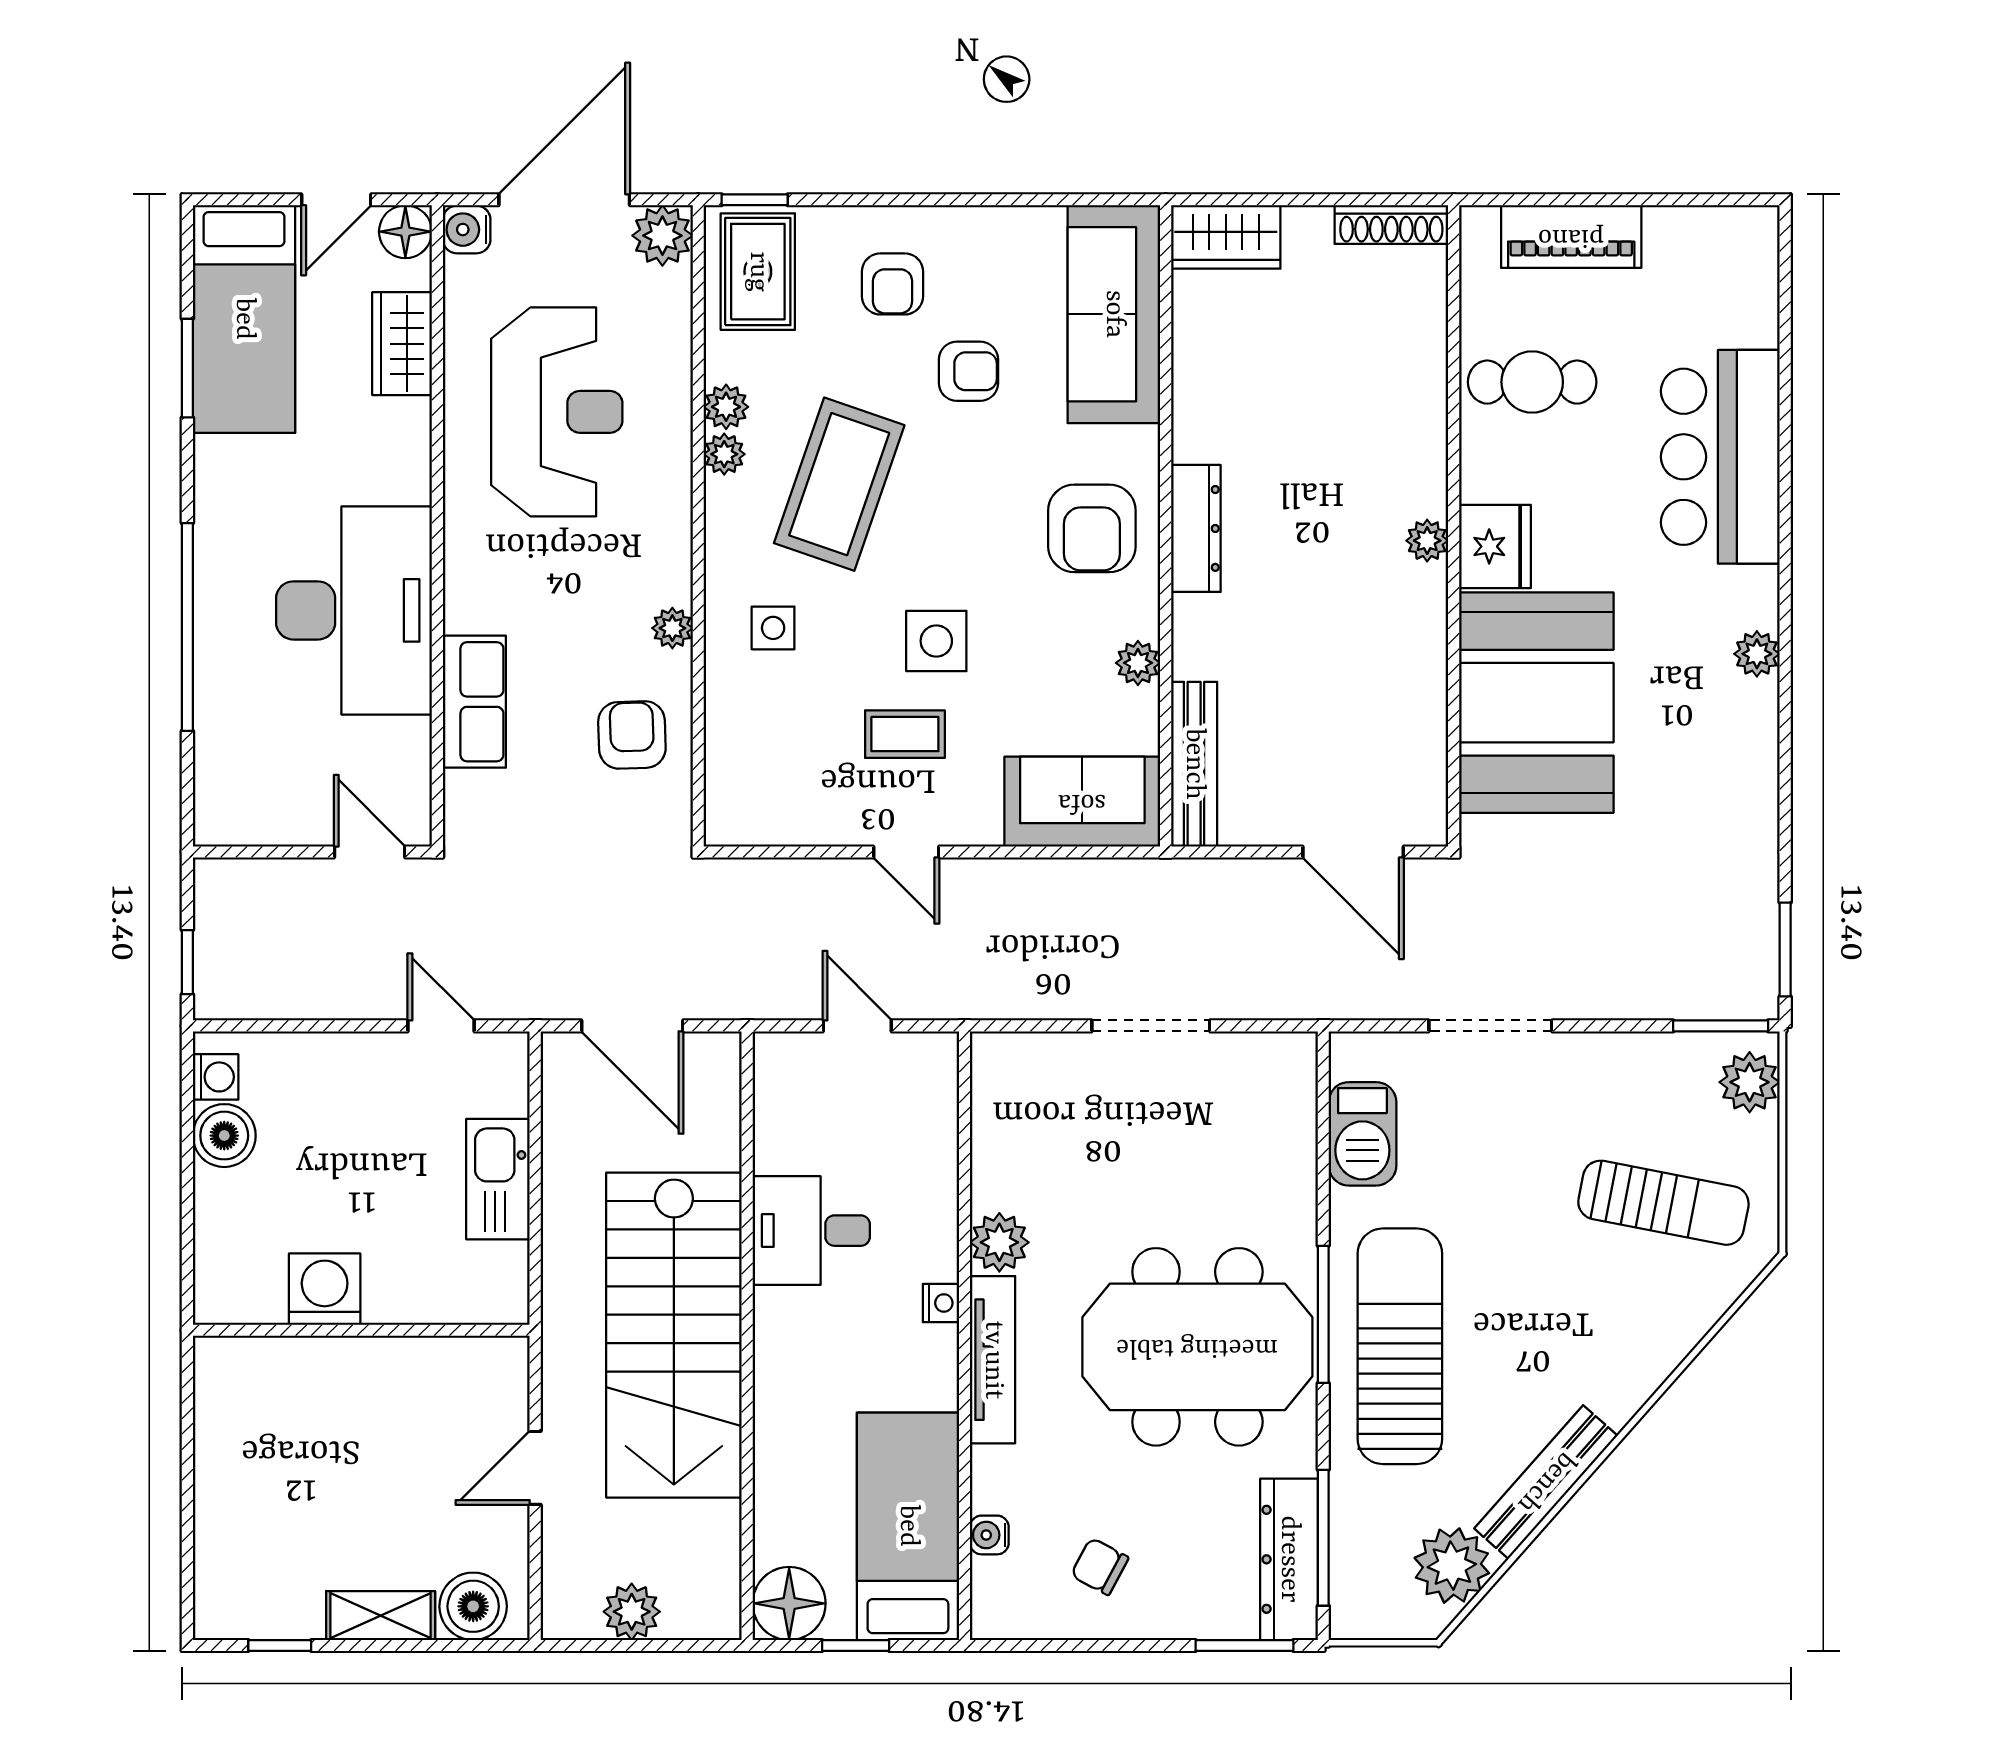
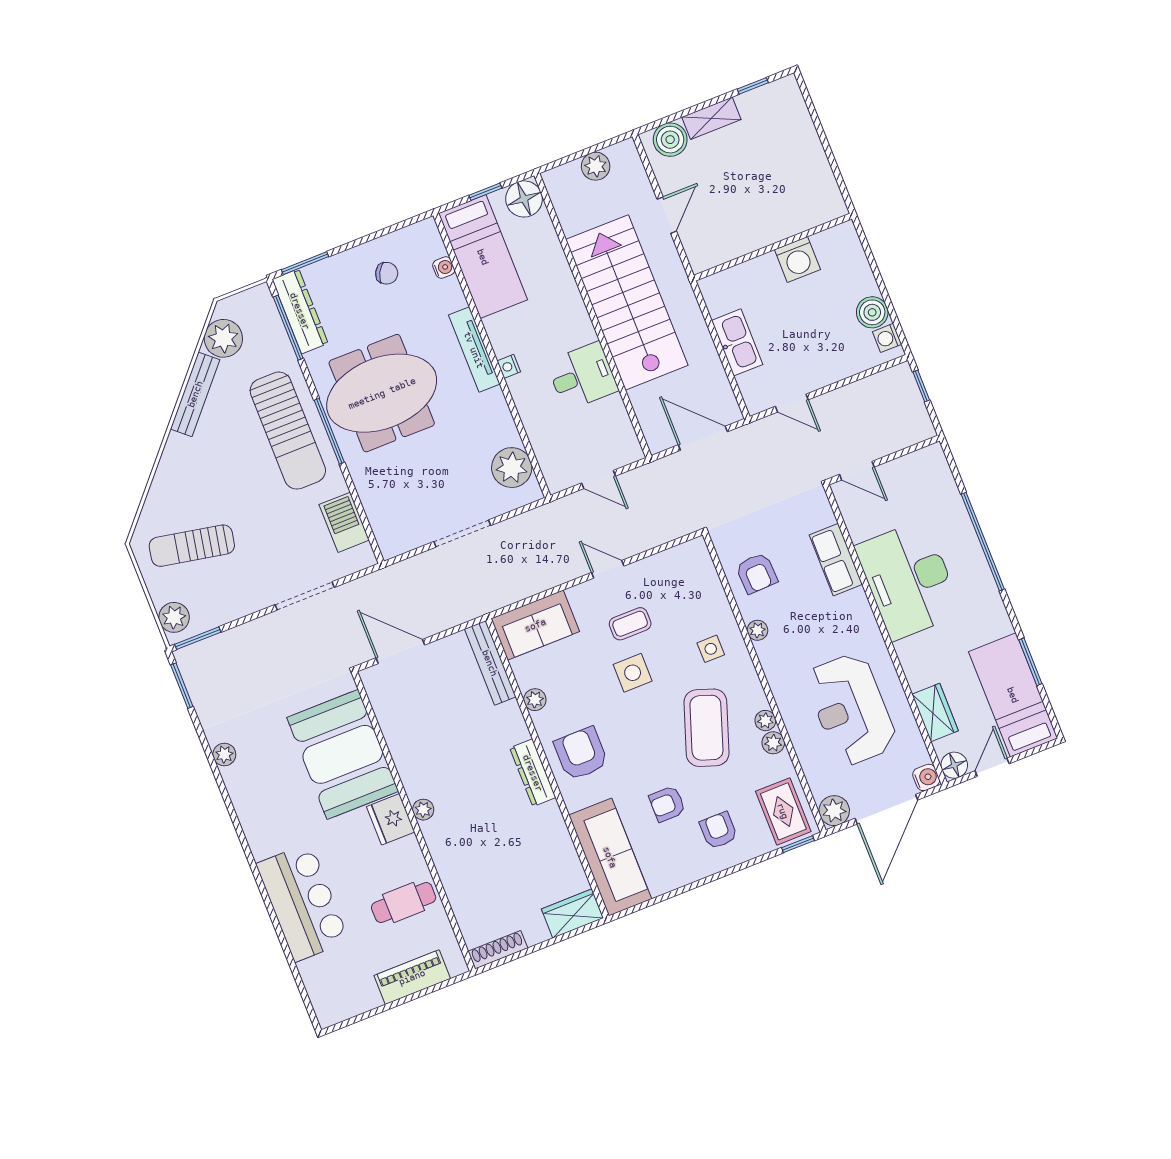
plant: (1757, 654) -> (224, 754), moved
plant: (999, 1242) -> (512, 468), moved, width x1.36, depth x1.36

